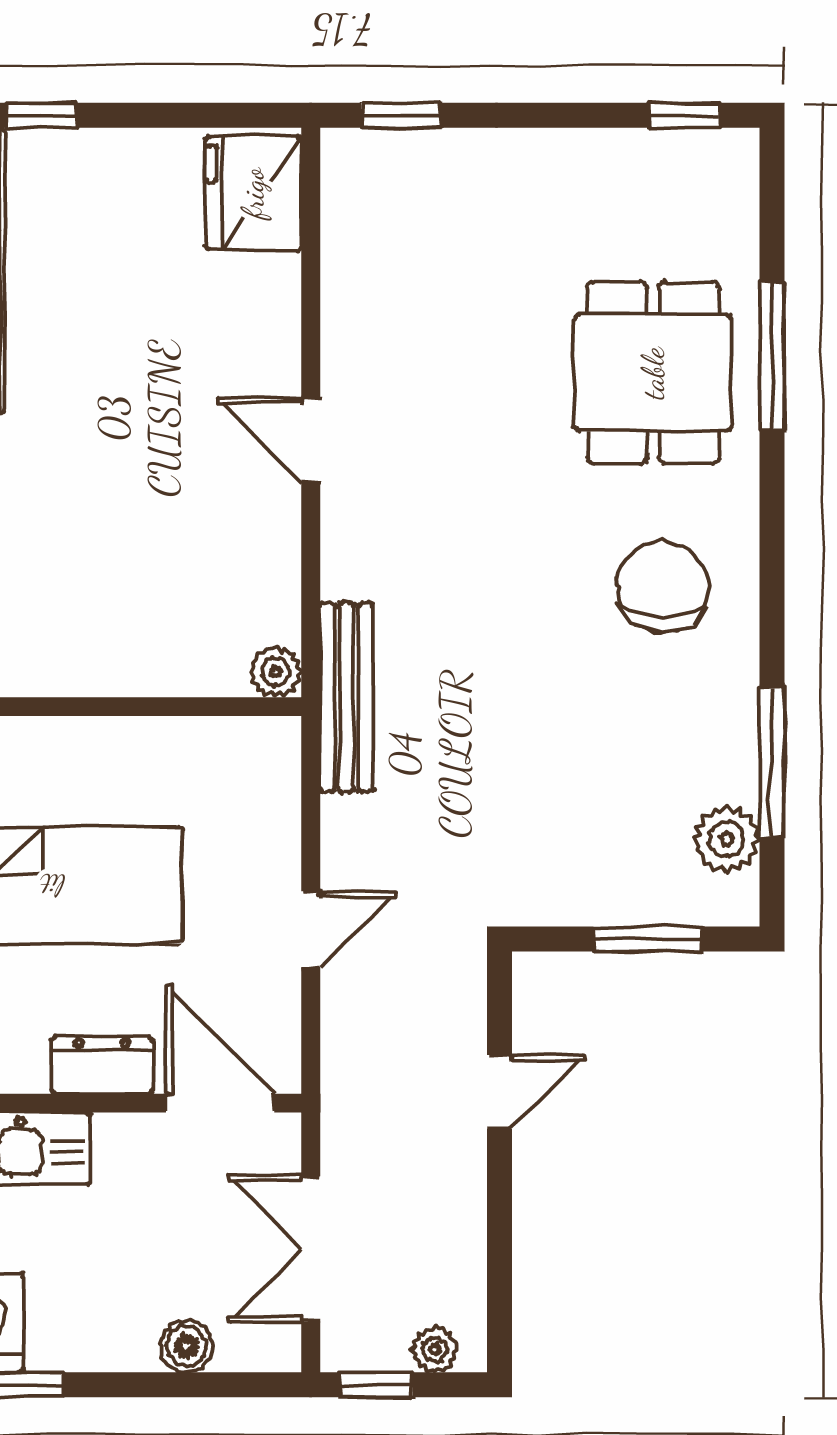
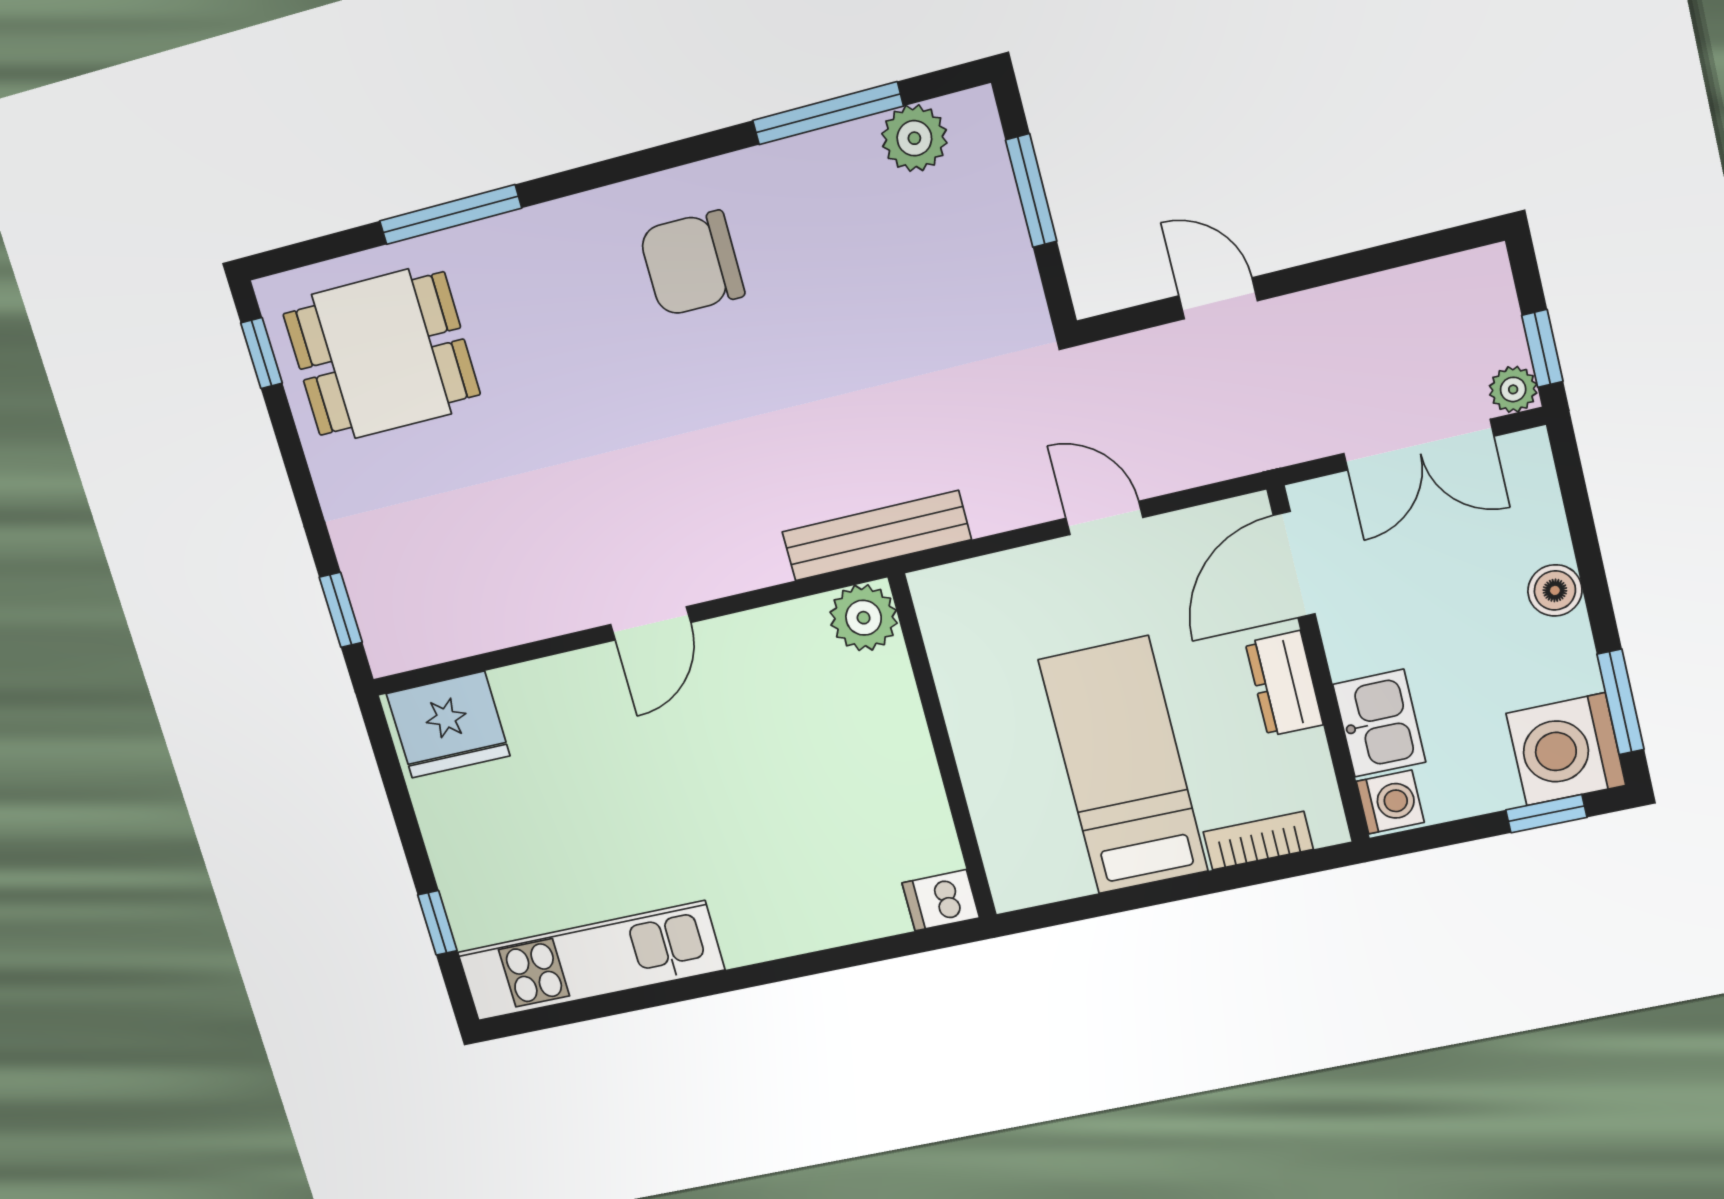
dining table: (653, 373) -> (382, 354), moved
plant: (276, 672) -> (864, 618), width x1.38, depth x1.38
boiler: (187, 1346) -> (1555, 590), moved
plant: (435, 1349) -> (1513, 389), moved

